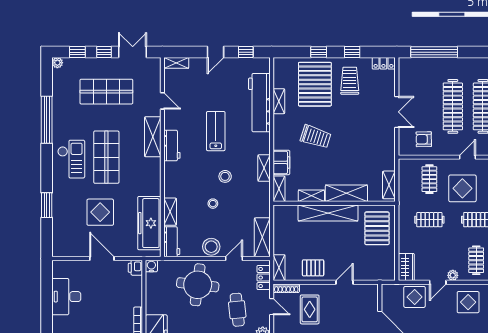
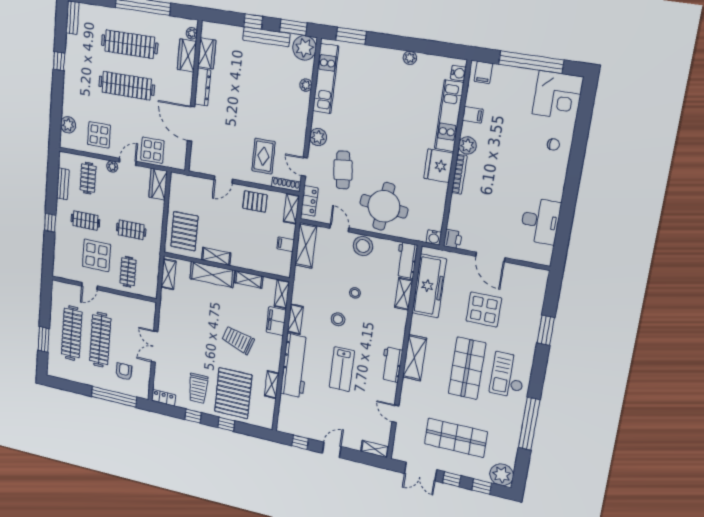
plant: (57, 63) -> (502, 475), width x1.88, depth x1.88
workbench: (259, 103) -> (295, 366), moved
shelving: (153, 137) -> (415, 358), moved
armchair: (424, 139) -> (124, 372), moved, turned -89
shelving: (328, 213) -> (216, 256), width x0.45, depth x0.75
filing cabinet: (281, 235) -> (286, 244), added
door: (234, 259) -> (339, 228), swing flipped

